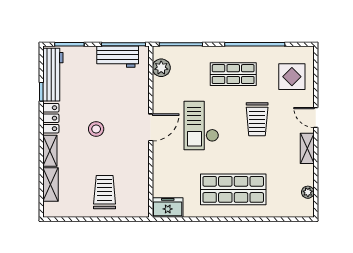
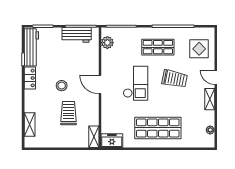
trolley: (257, 119) -> (175, 79), turned -79
checkout: (201, 126) -> (135, 83), turned 180
door: (151, 127) -> (100, 84), swing flipped
shelving: (50, 151) -> (94, 137), moved
trolley: (105, 192) -> (69, 113), moved

